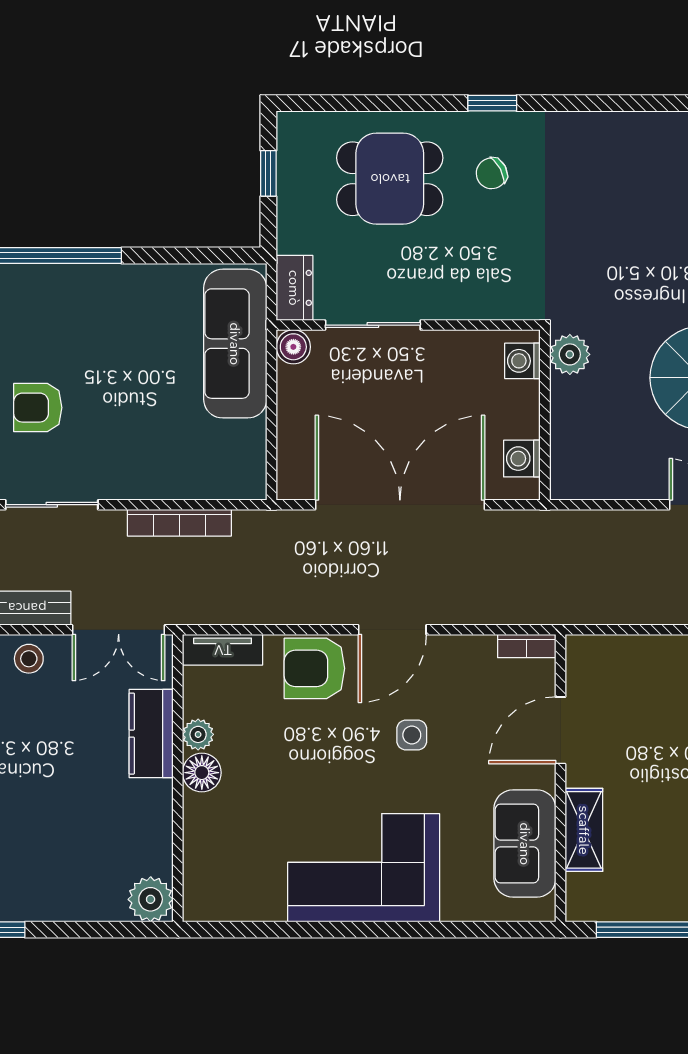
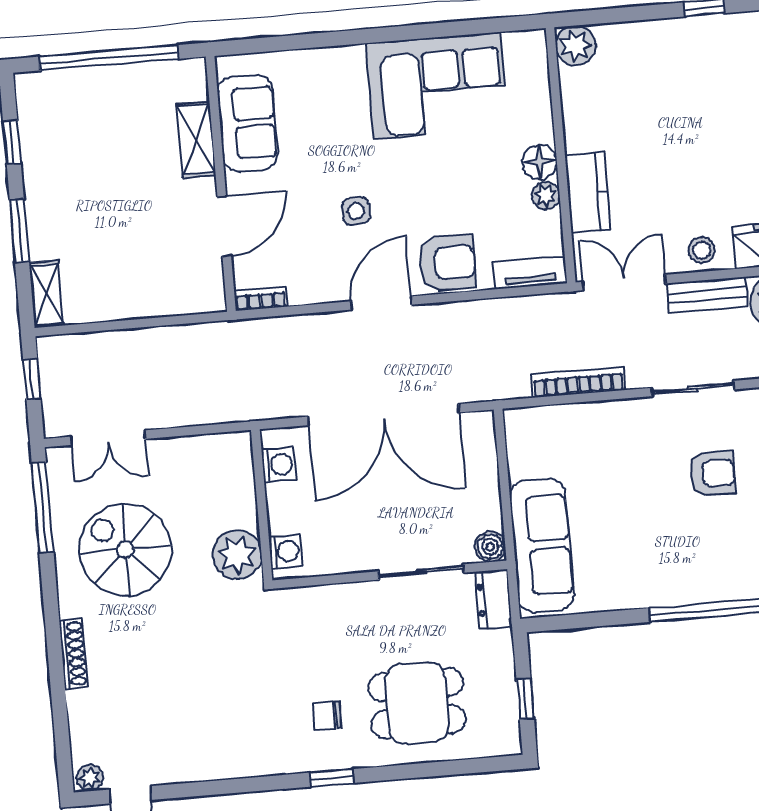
chair: (492, 173) -> (327, 716), turned -152
plant: (570, 354) -> (237, 555), width x1.36, depth x1.36
corner sofa: (364, 868) -> (437, 86), moved

